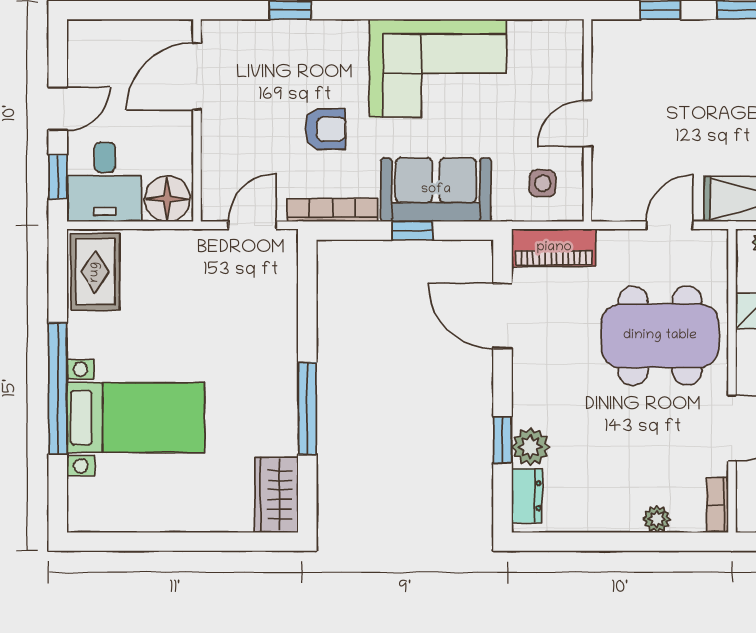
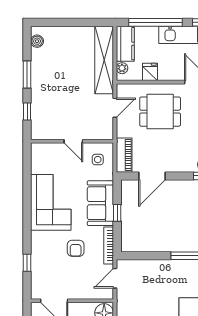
armchair: (325, 129) -> (76, 248), turned 180
door: (252, 225) -> (115, 278), hinge flipped
door: (670, 225) -> (115, 108), swing flipped
dining table: (660, 336) -> (160, 112), width x0.73

